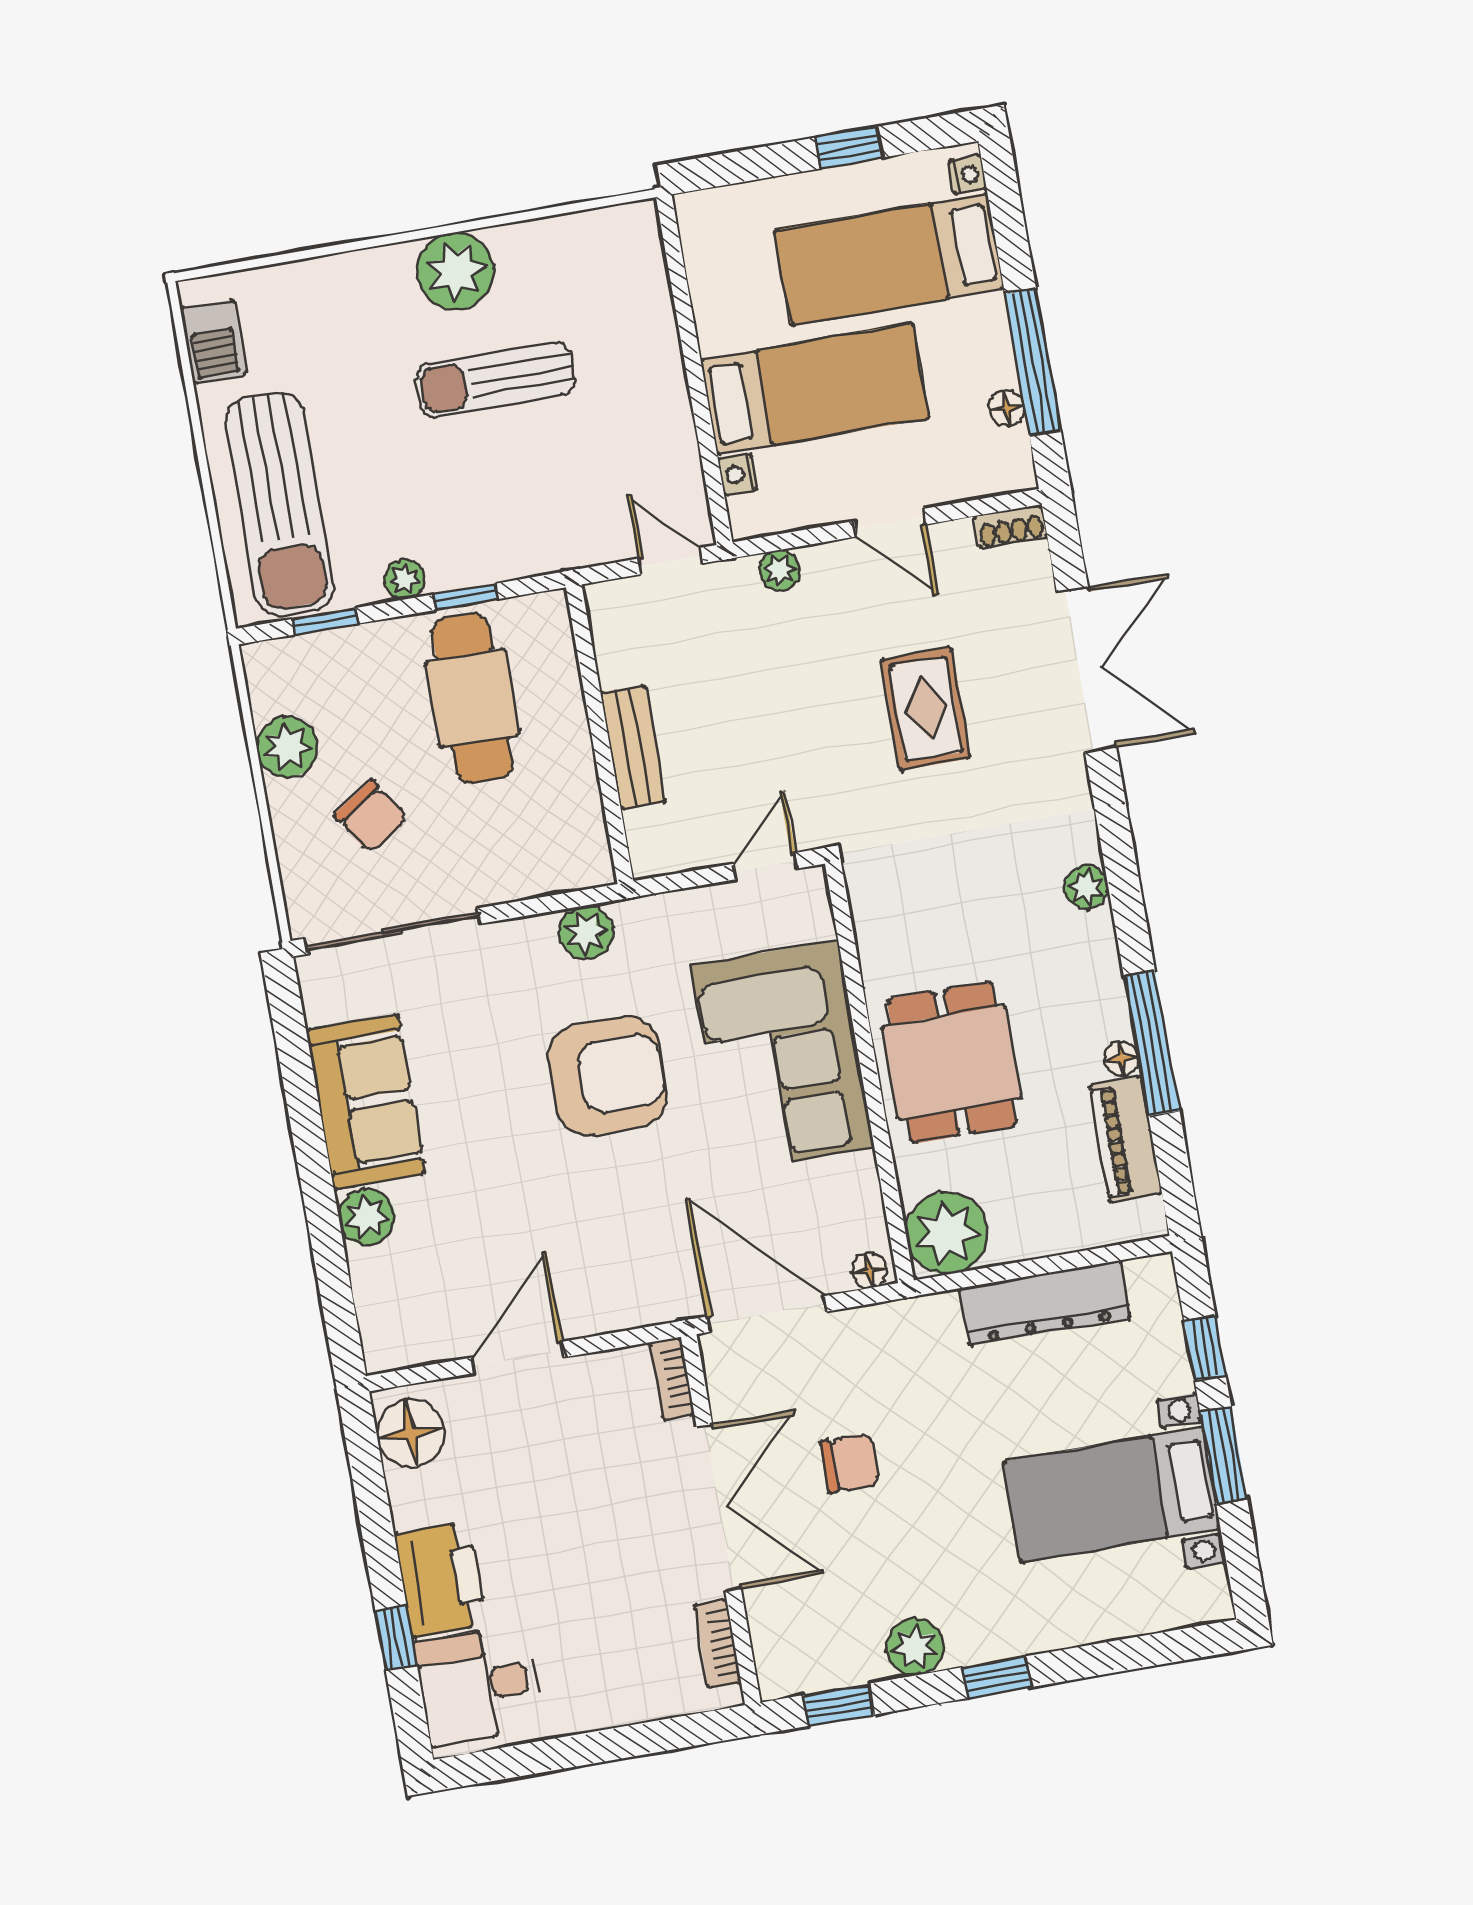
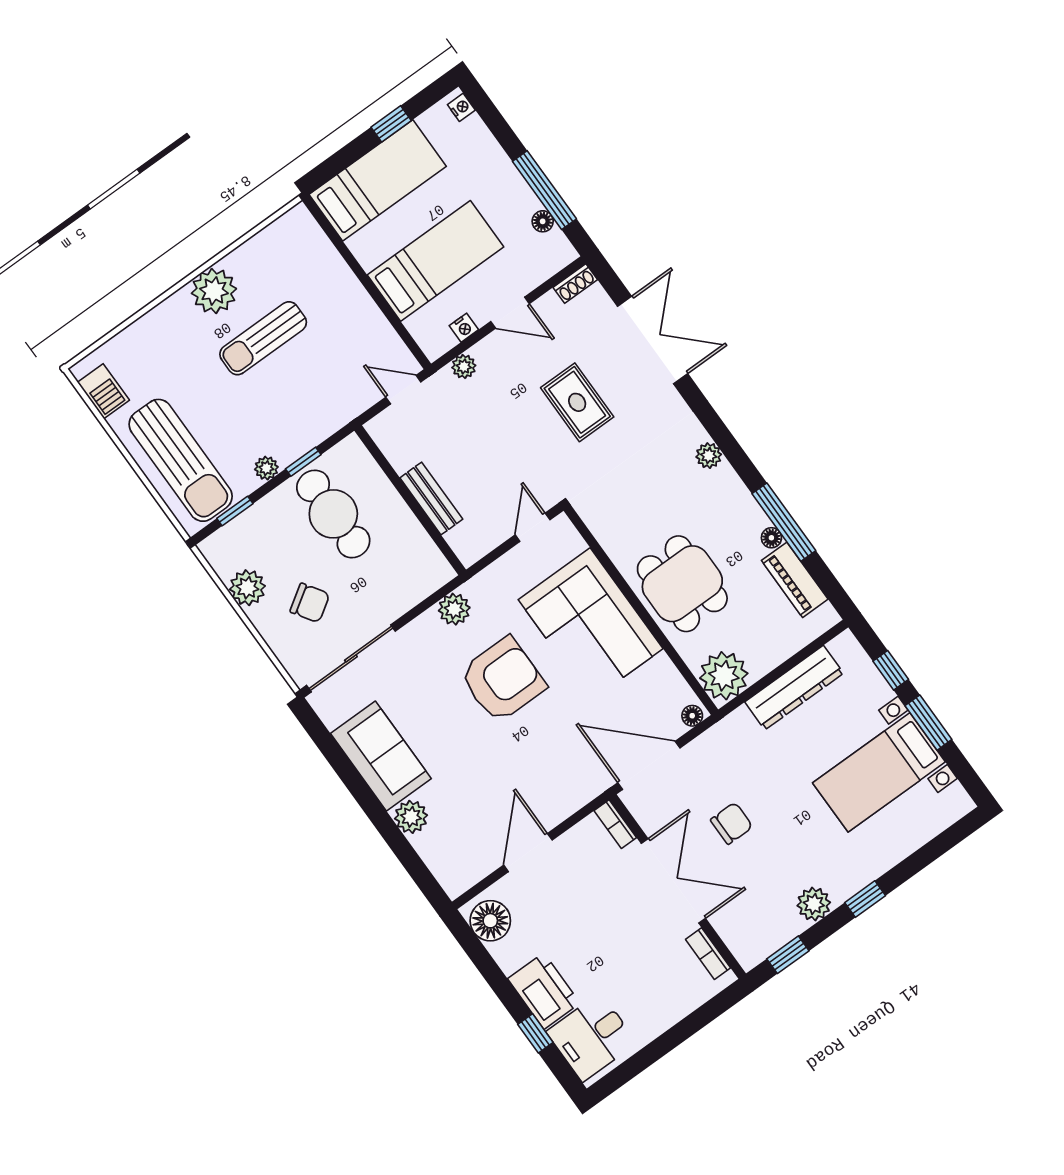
bed: (889, 260) -> (378, 180), moved, turned 180
nightstand: (738, 474) -> (464, 328), moved, turned -90

